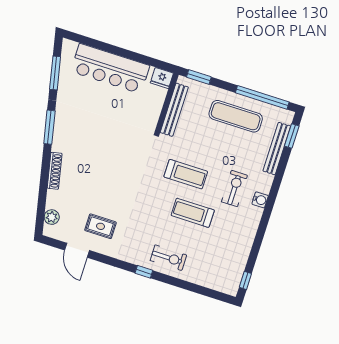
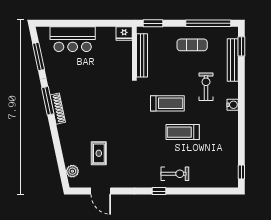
bar counter: (110, 69) -> (73, 39), width x0.73
exercise mat: (236, 116) -> (192, 45), width x0.73, depth x0.69
shoe rack: (55, 171) -> (58, 109), moved
exercise bike: (234, 188) -> (206, 87), moved
rug: (100, 226) -> (99, 153), moved, turned 90

